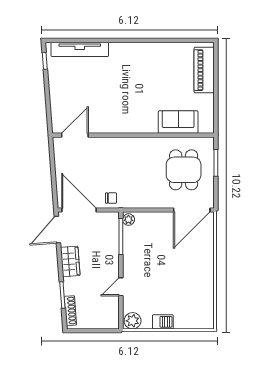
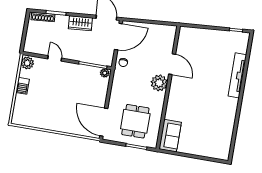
tv unit: (80, 49) -> (237, 75), moved
piano: (204, 70) -> (208, 150), removed
sofa: (178, 122) -> (170, 136), moved
door: (75, 135) -> (172, 64), moved
plant: (129, 148) -> (159, 83), added
dining table: (184, 170) -> (135, 121), turned 90

